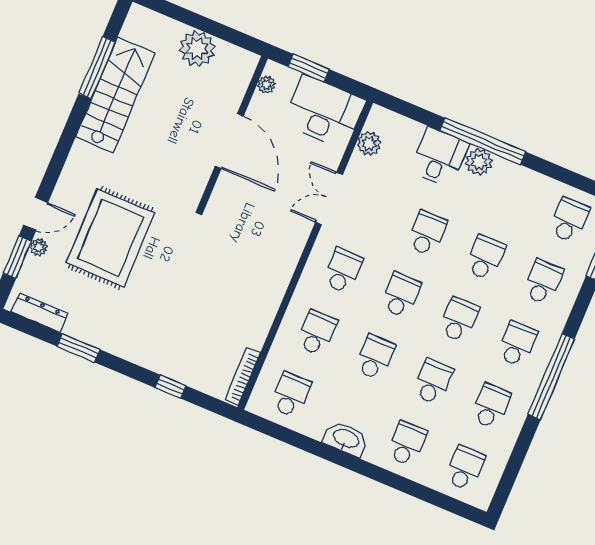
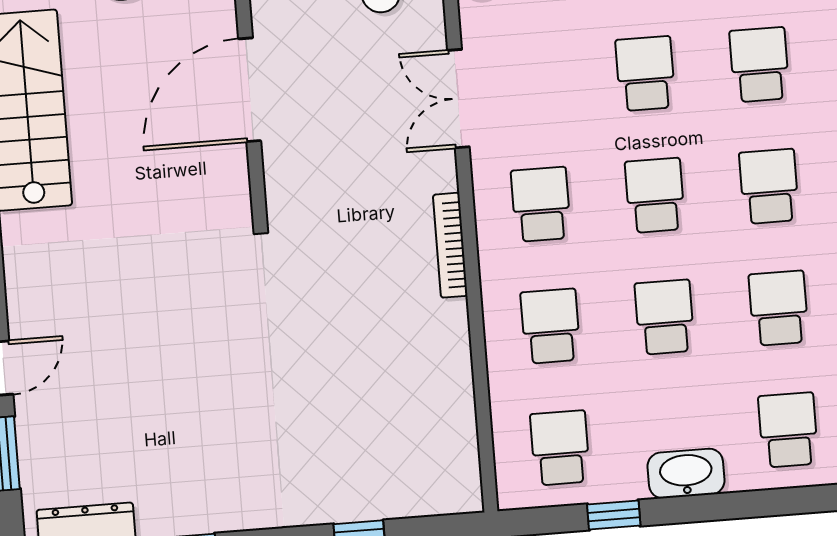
door: (229, 141) -> (250, 90), swing flipped
rug: (110, 238) -> (139, 345), removed
plant: (39, 247) -> (30, 419), removed
bookcase: (243, 376) -> (450, 245), moved
window: (300, 441) -> (614, 515), added

